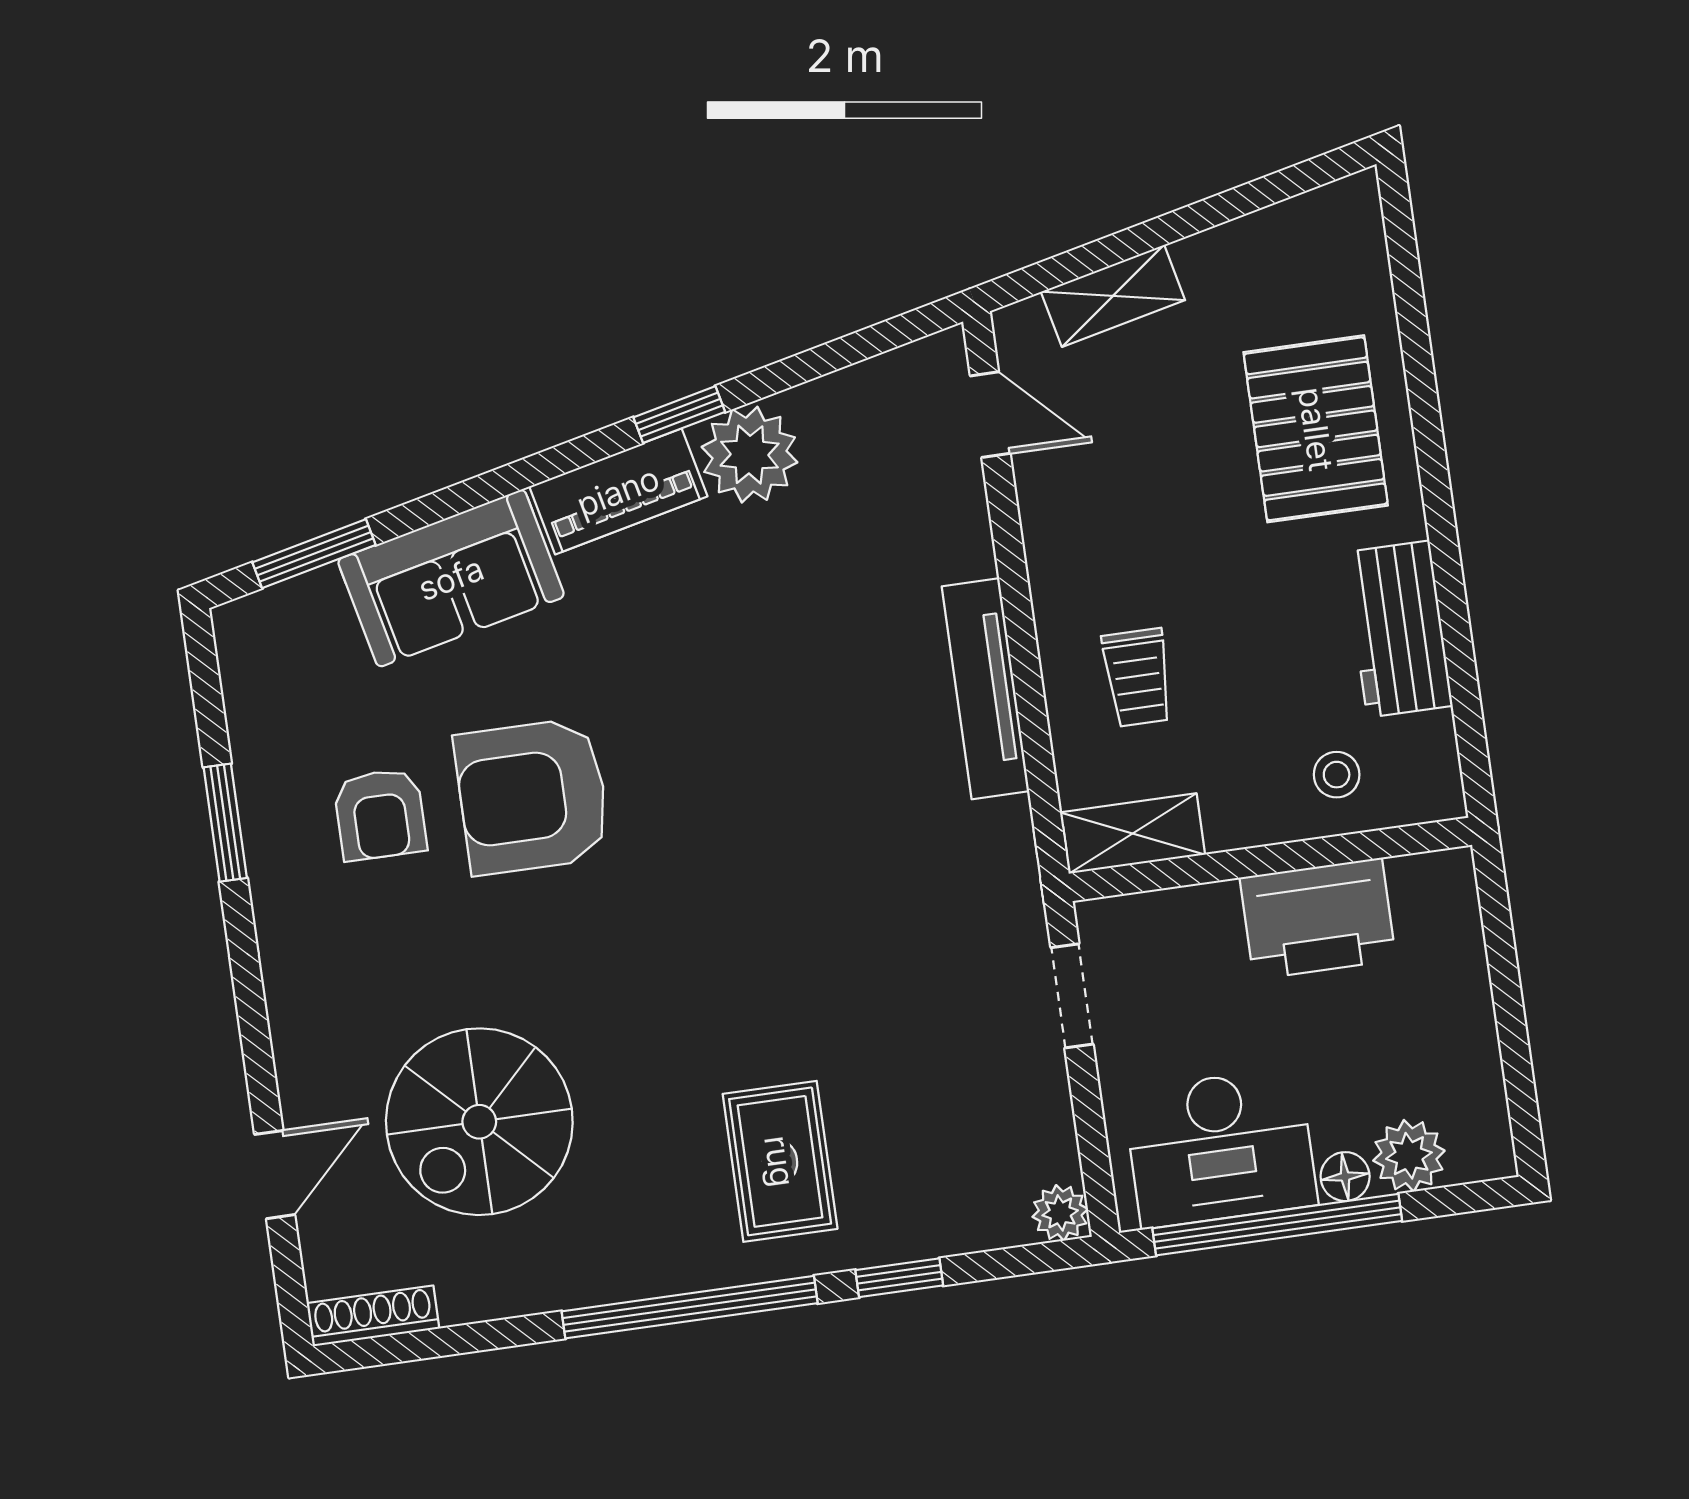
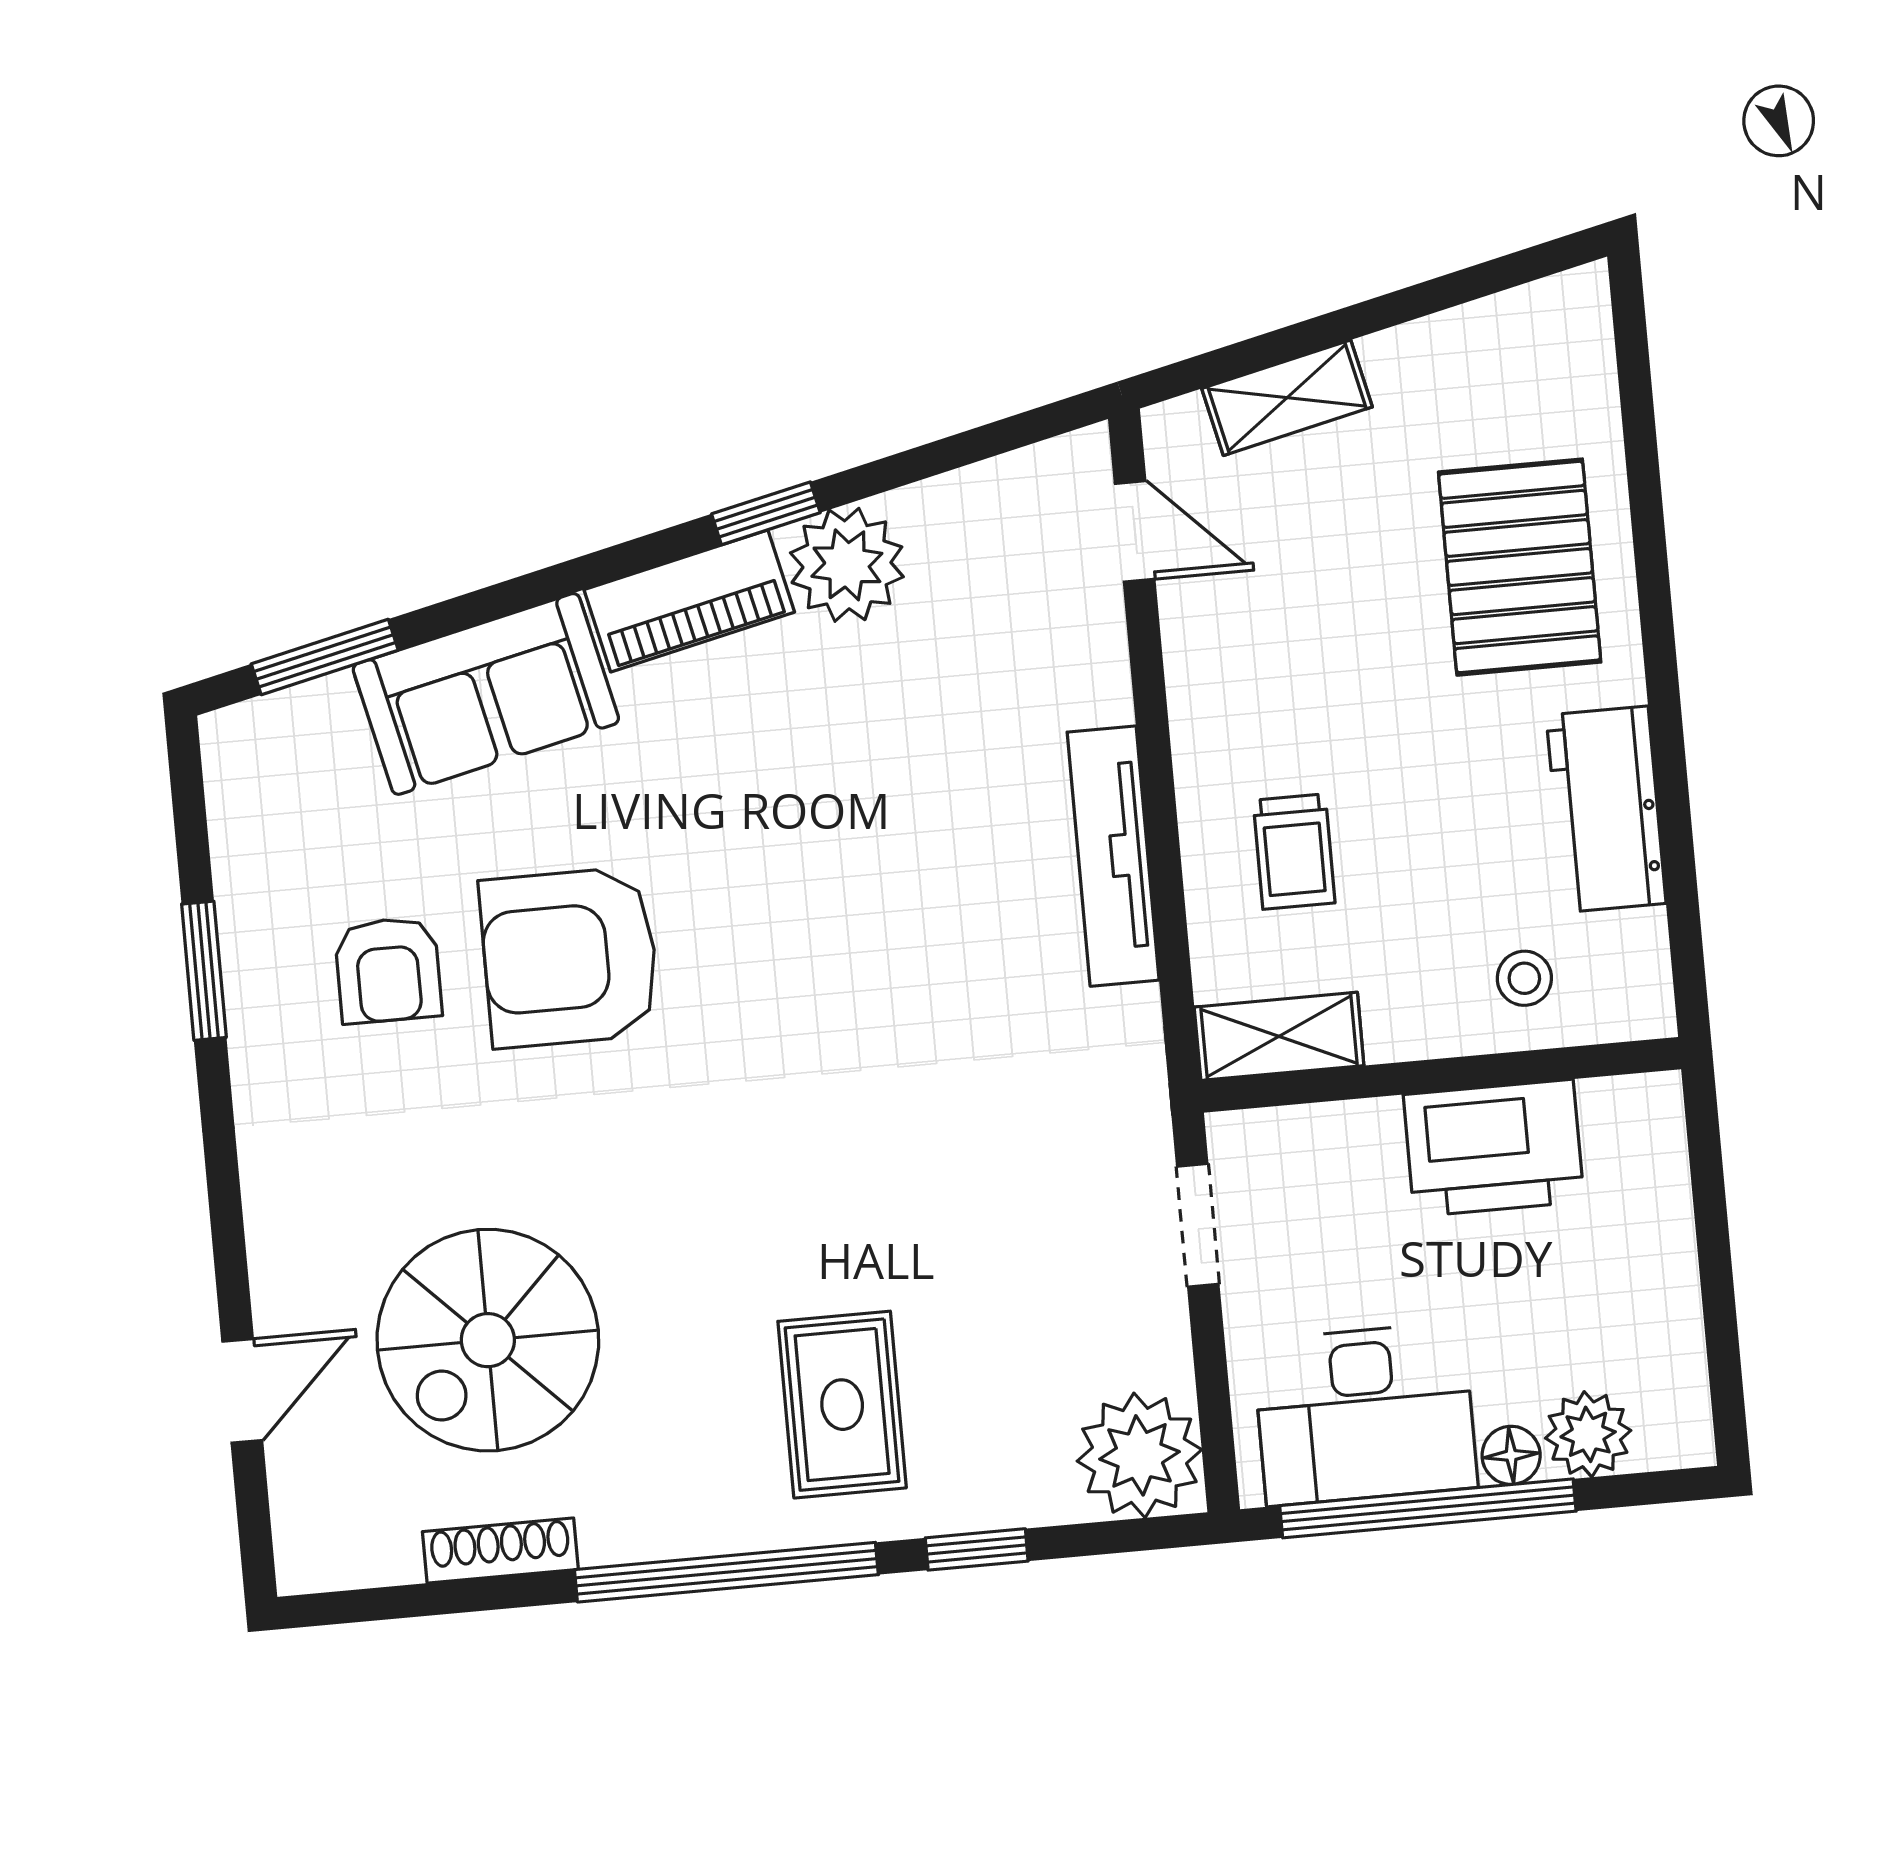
plant: (1060, 1213) -> (1139, 1455), width x1.87, depth x1.87
shoe rack: (373, 1316) -> (500, 1551), moved

